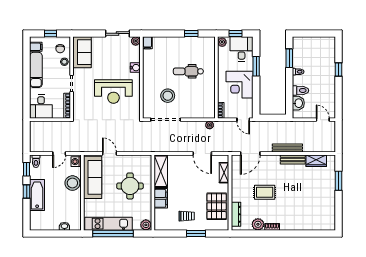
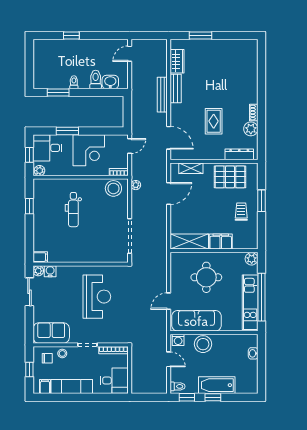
water cooler: (135, 68) -> (50, 271), moved
stool: (168, 96) -> (113, 188), moved

